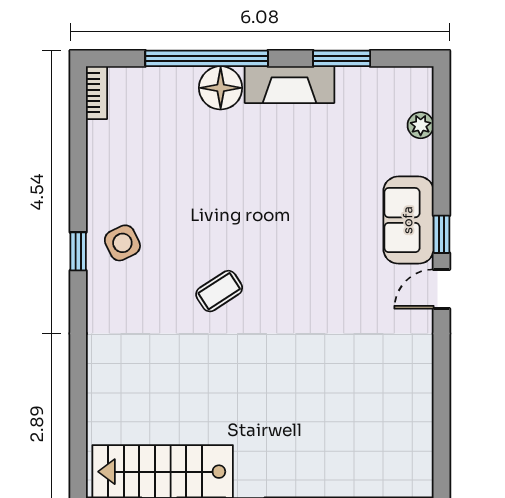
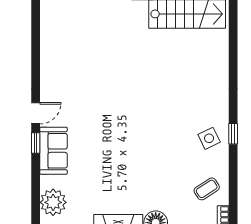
plant: (421, 125) -> (53, 202), width x1.88, depth x1.88
coffee table: (219, 291) -> (207, 189), moved

